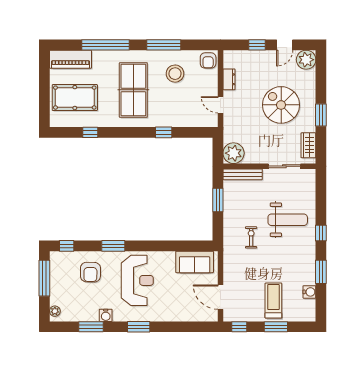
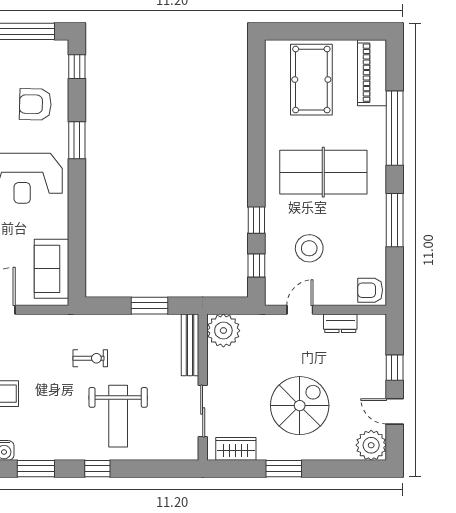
stool: (175, 74) -> (309, 248), moved
window: (90, 132) -> (256, 265), moved

